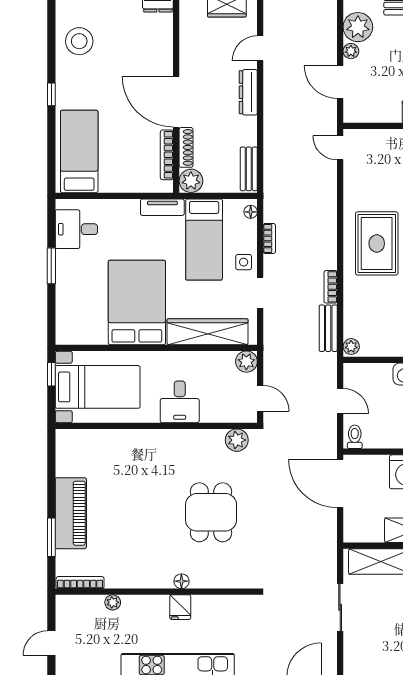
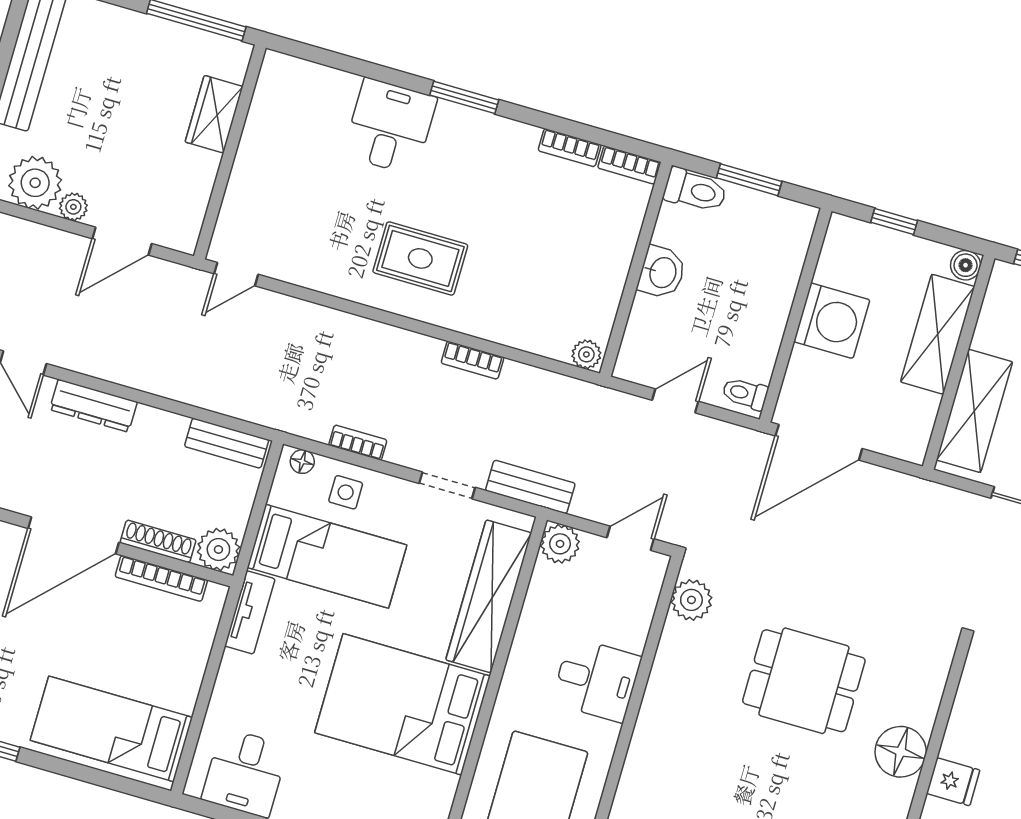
rug: (377, 243) -> (420, 258), width x0.73, depth x0.70
side table: (244, 262) -> (346, 492), moved
bench: (328, 328) -> (530, 487), moved
floor lamp: (181, 581) -> (901, 752), width x1.89, depth x1.89

